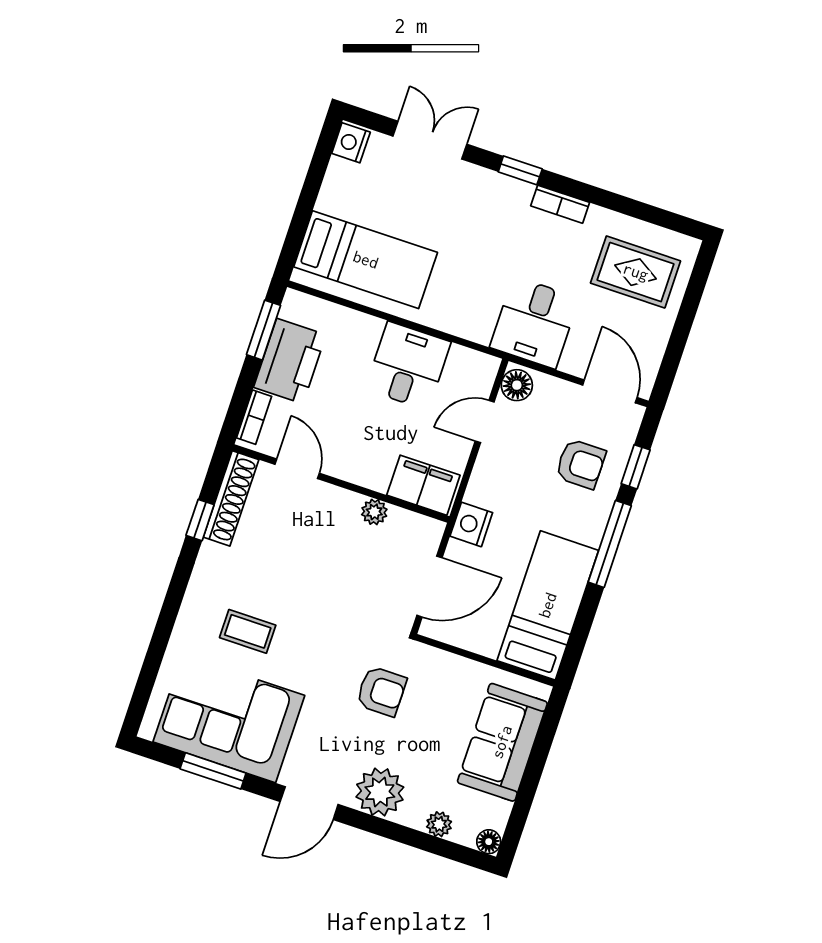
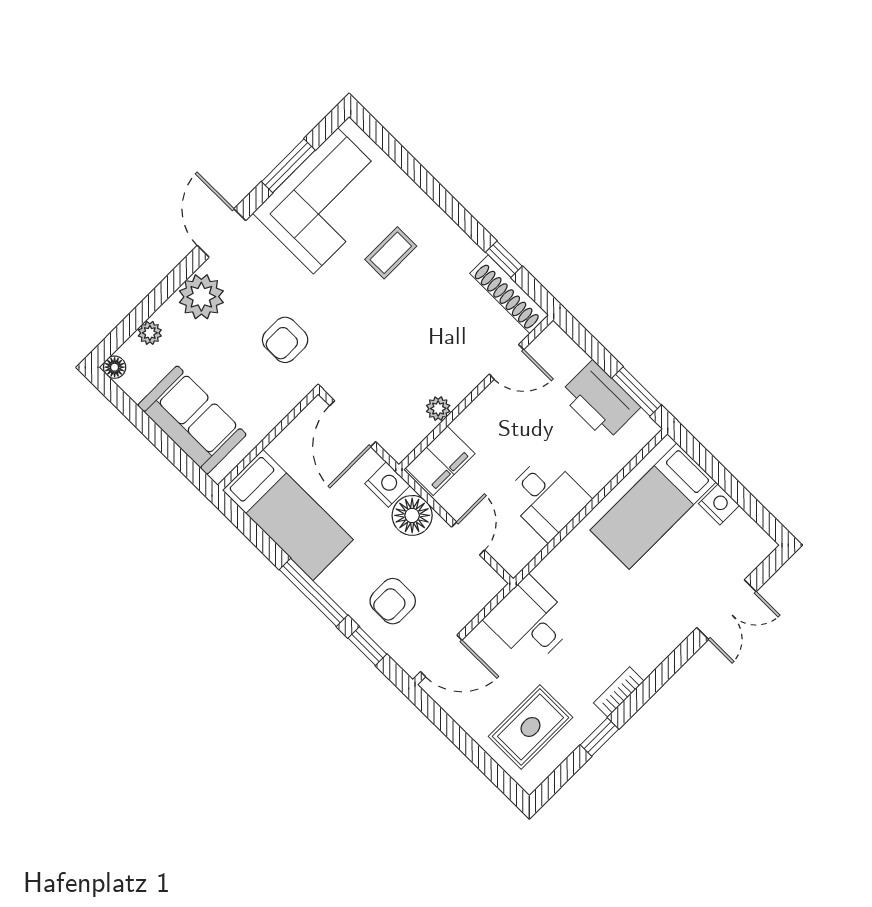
nightstand: (351, 143) -> (719, 504), moved
window: (520, 170) -> (600, 737), moved
floor lamp: (517, 385) -> (412, 515), moved, width x1.38, depth x1.38
bookcase: (254, 417) -> (568, 347), removed

